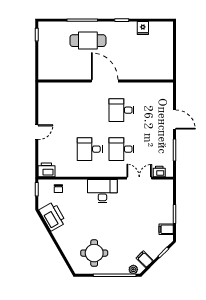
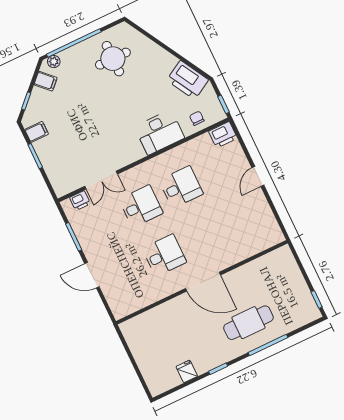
desk: (102, 191) -> (159, 132), moved

